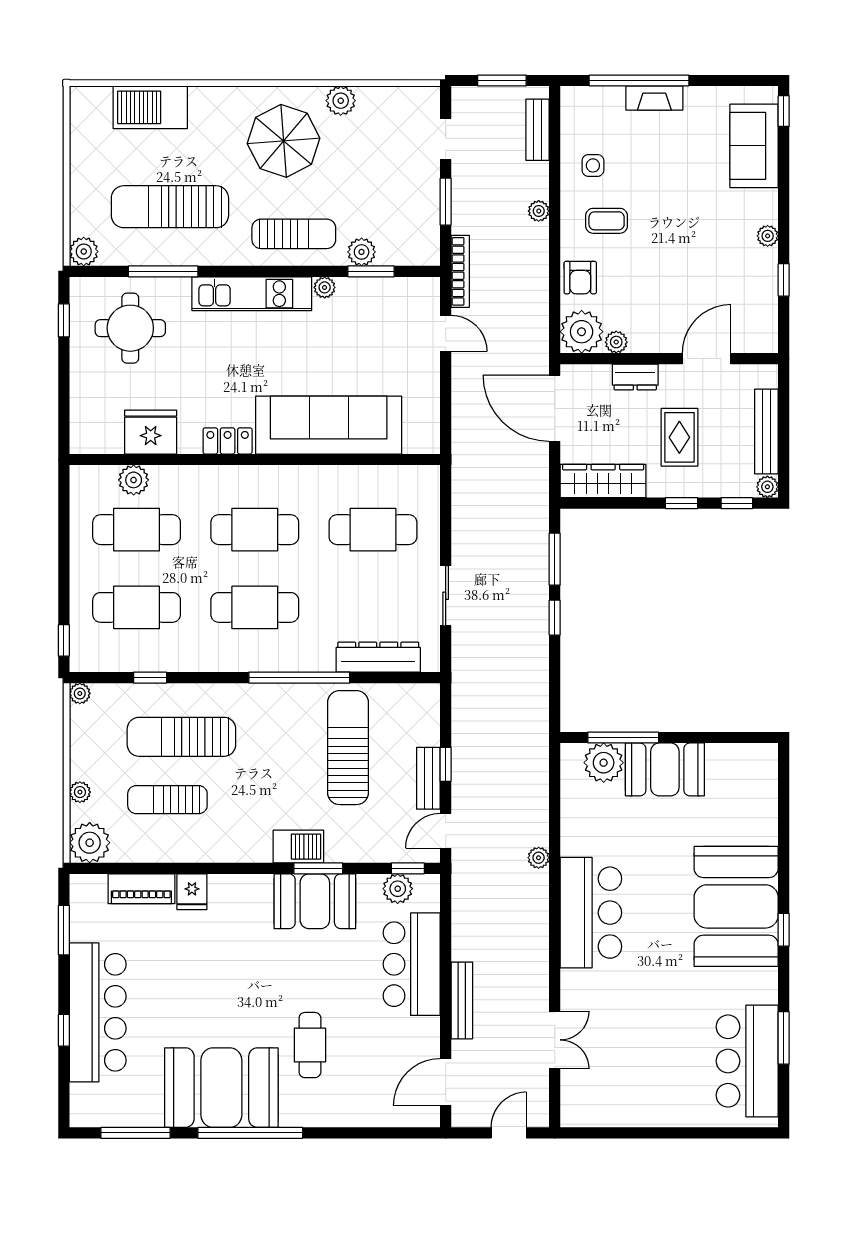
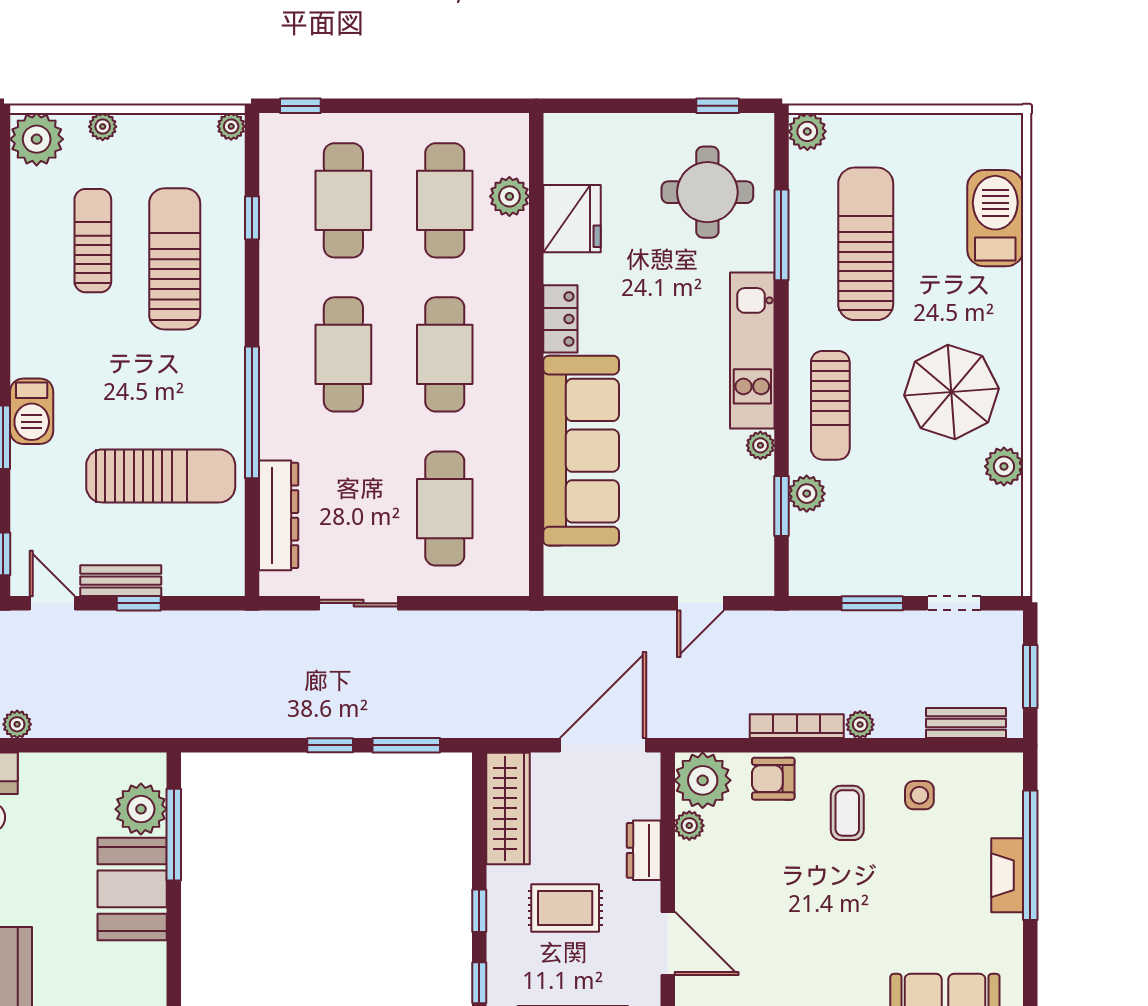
bookcase: (460, 271) -> (797, 726), moved, turned 180

